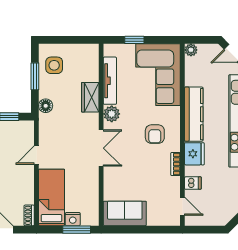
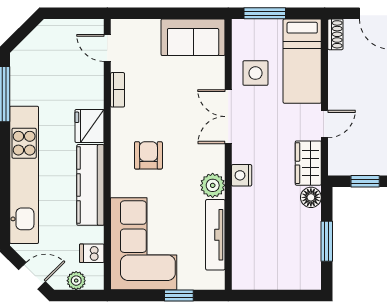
plant: (191, 50) -> (76, 281), moved
side table: (54, 65) -> (255, 73), moved
wardrobe: (90, 97) -> (308, 163), moved, turned 180
double door: (101, 148) -> (228, 117), moved
bookcase: (176, 164) -> (118, 90), moved
dishwasher: (193, 183) -> (92, 253), moved
nightstand: (73, 219) -> (242, 175), moved, turned -90

